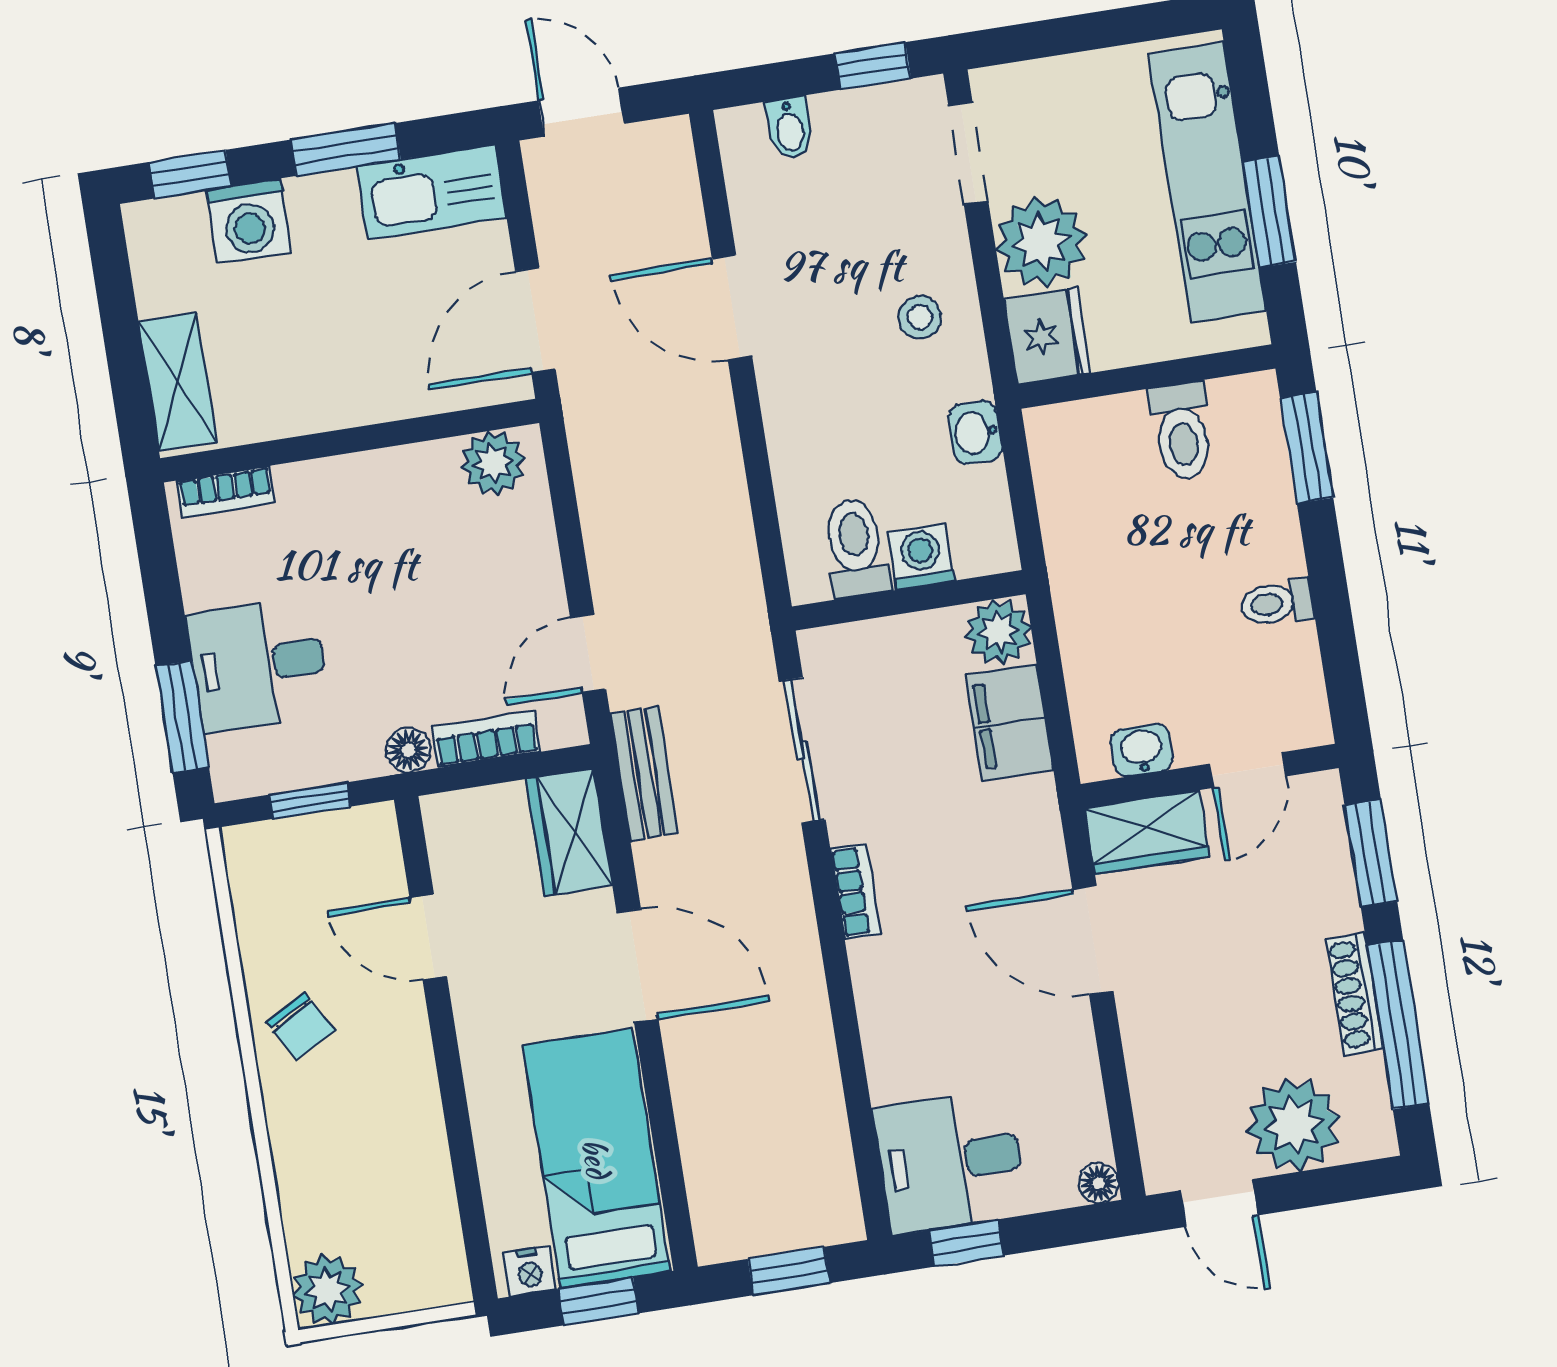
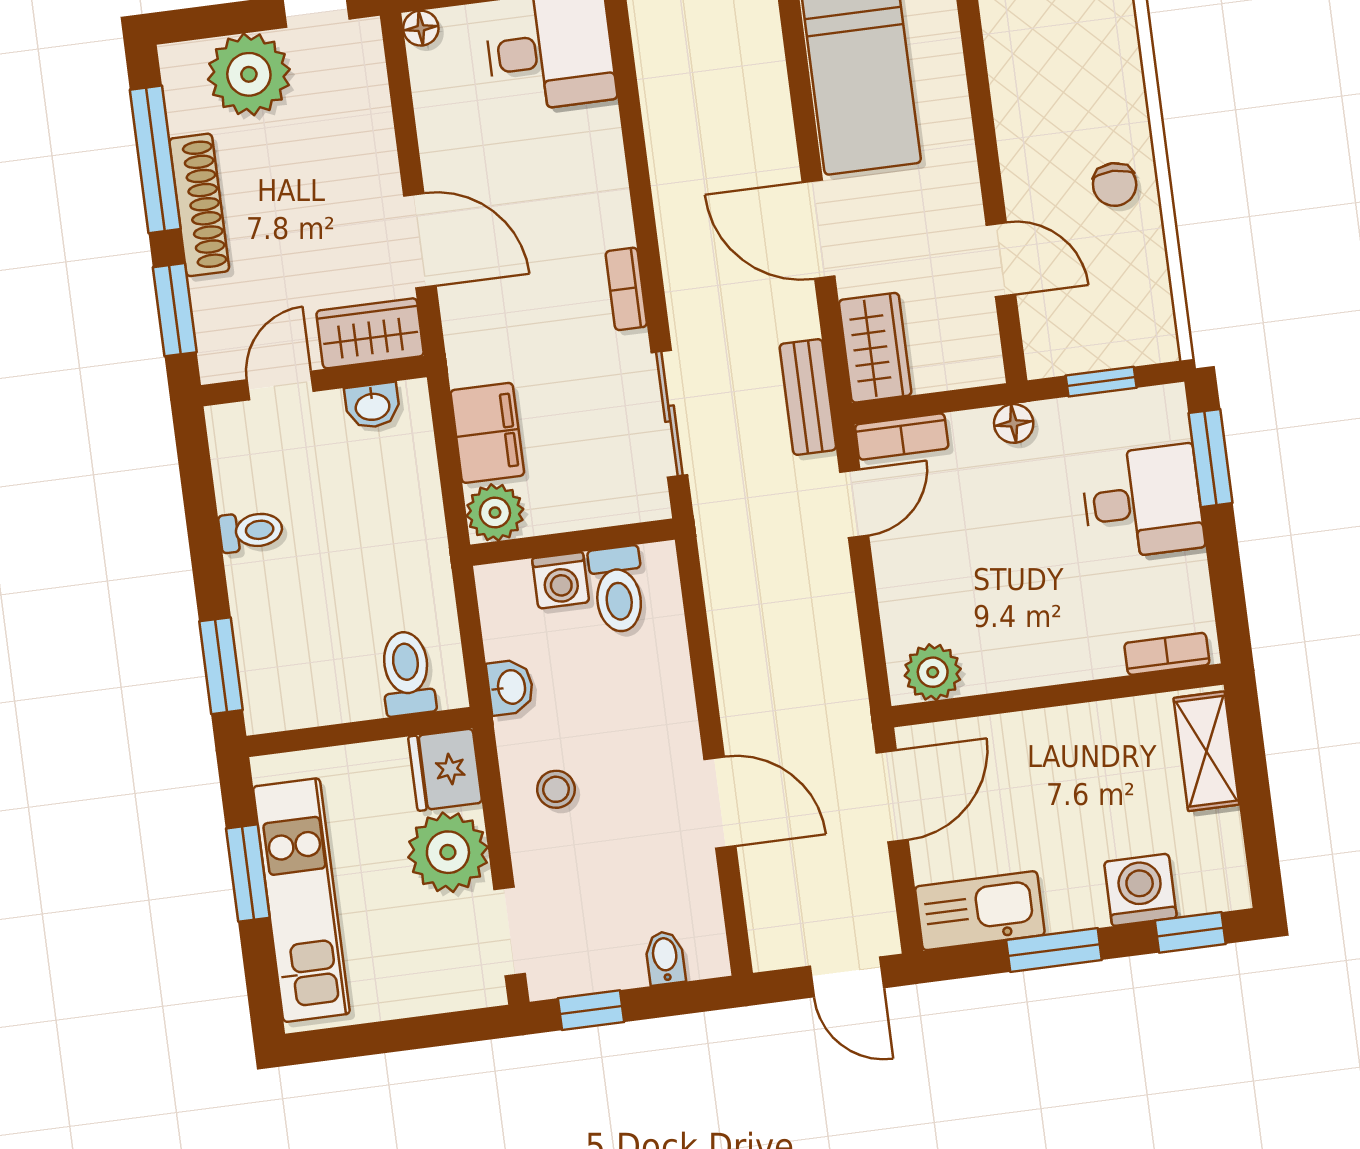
toilet: (1182, 431) -> (407, 673), moved
bookcase: (486, 739) -> (902, 436), moved
shoe rack: (1354, 994) -> (199, 205), width x1.36, depth x1.24
chair: (301, 1026) -> (1115, 185), turned -151

